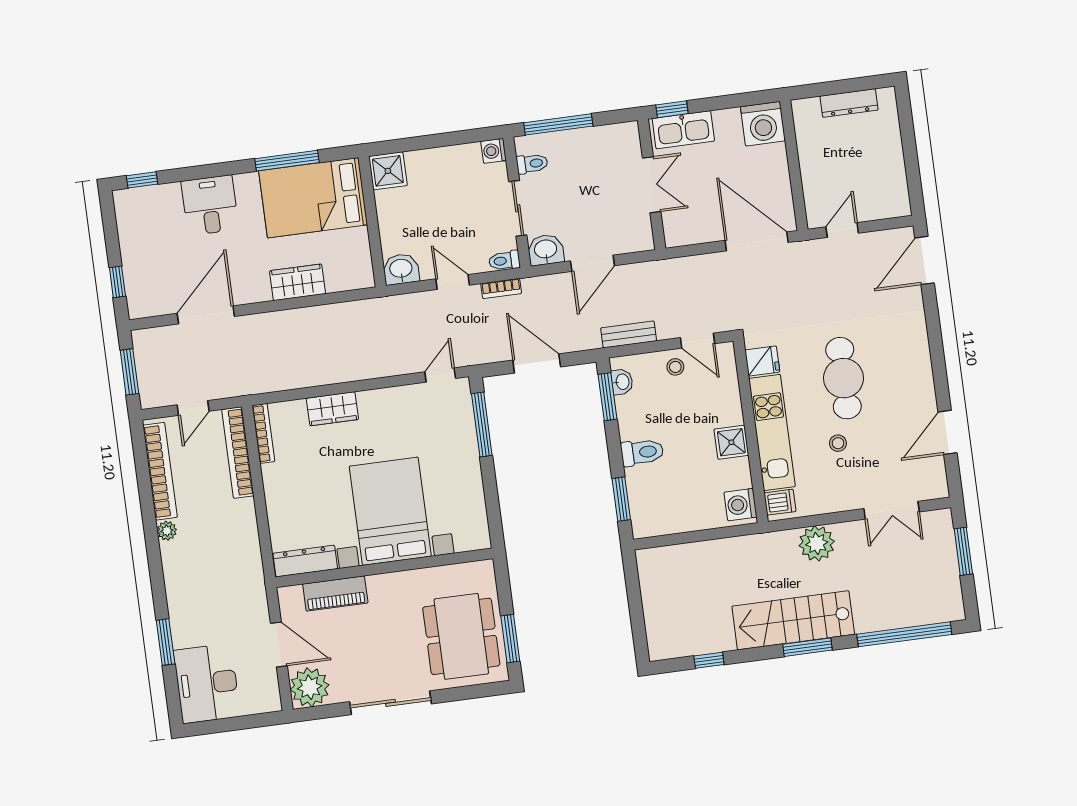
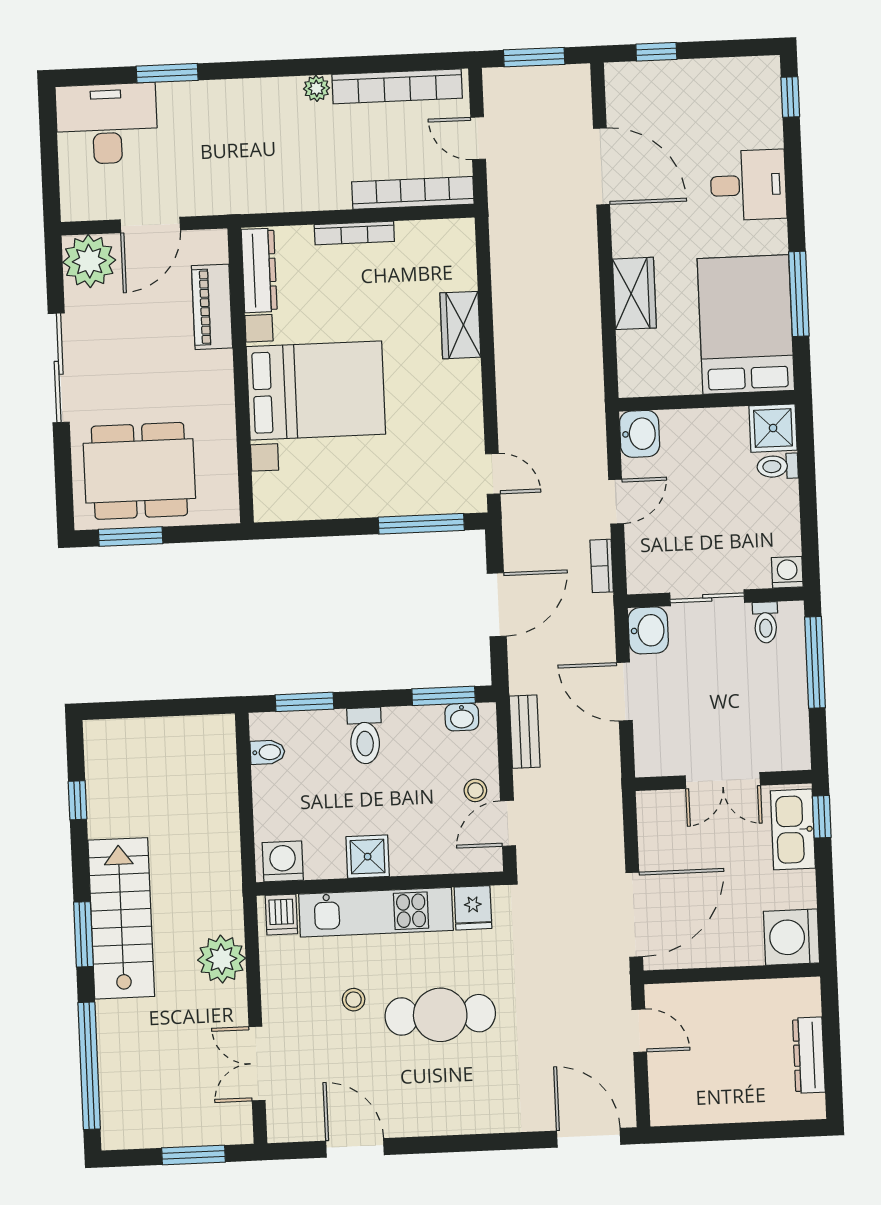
toilet: (504, 261) -> (778, 466), moved, turned -90
bookcase: (263, 433) -> (354, 233), moved
bidet: (661, 523) -> (267, 752), added

